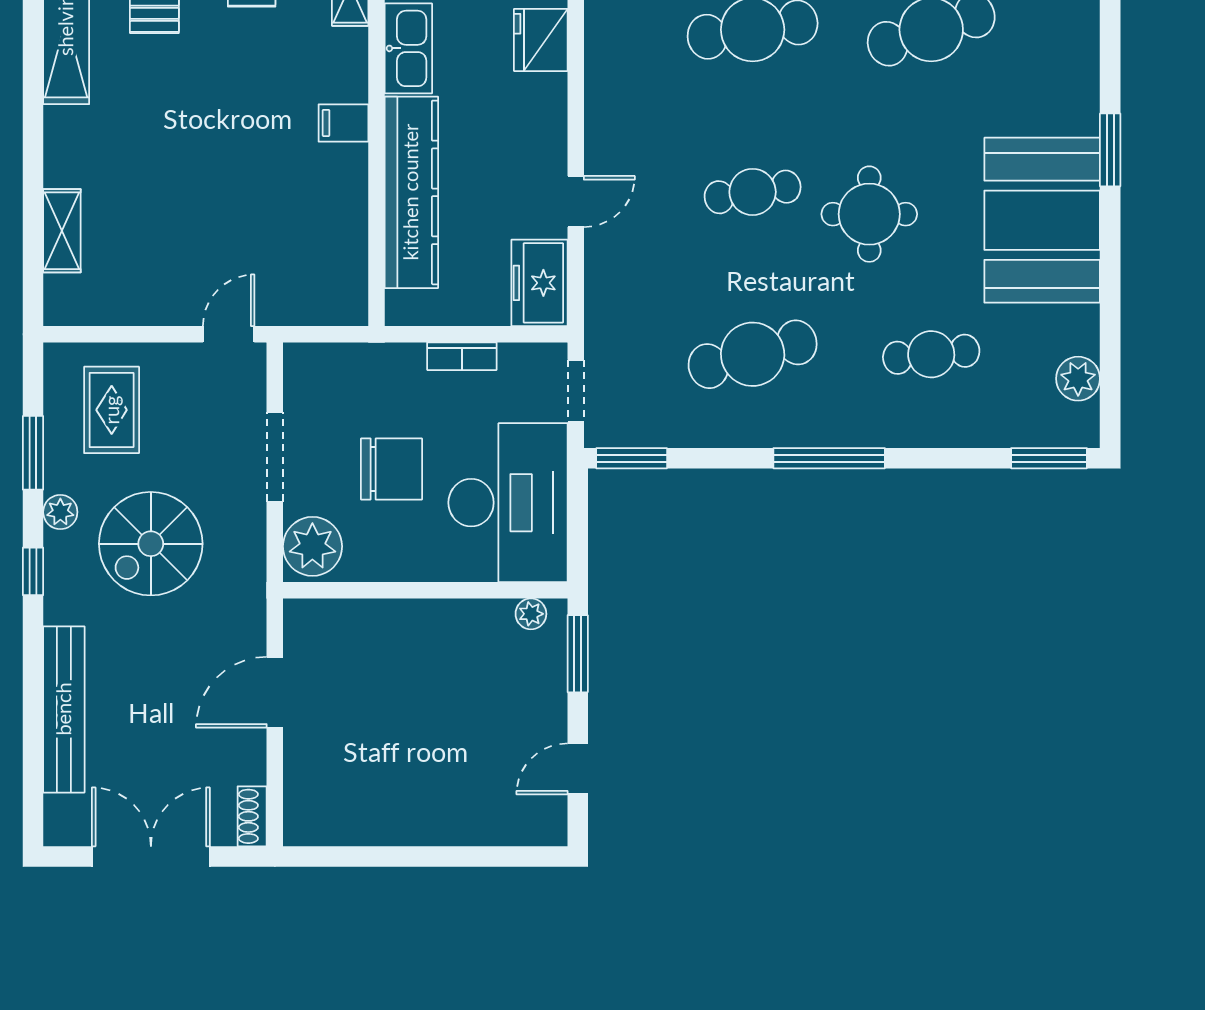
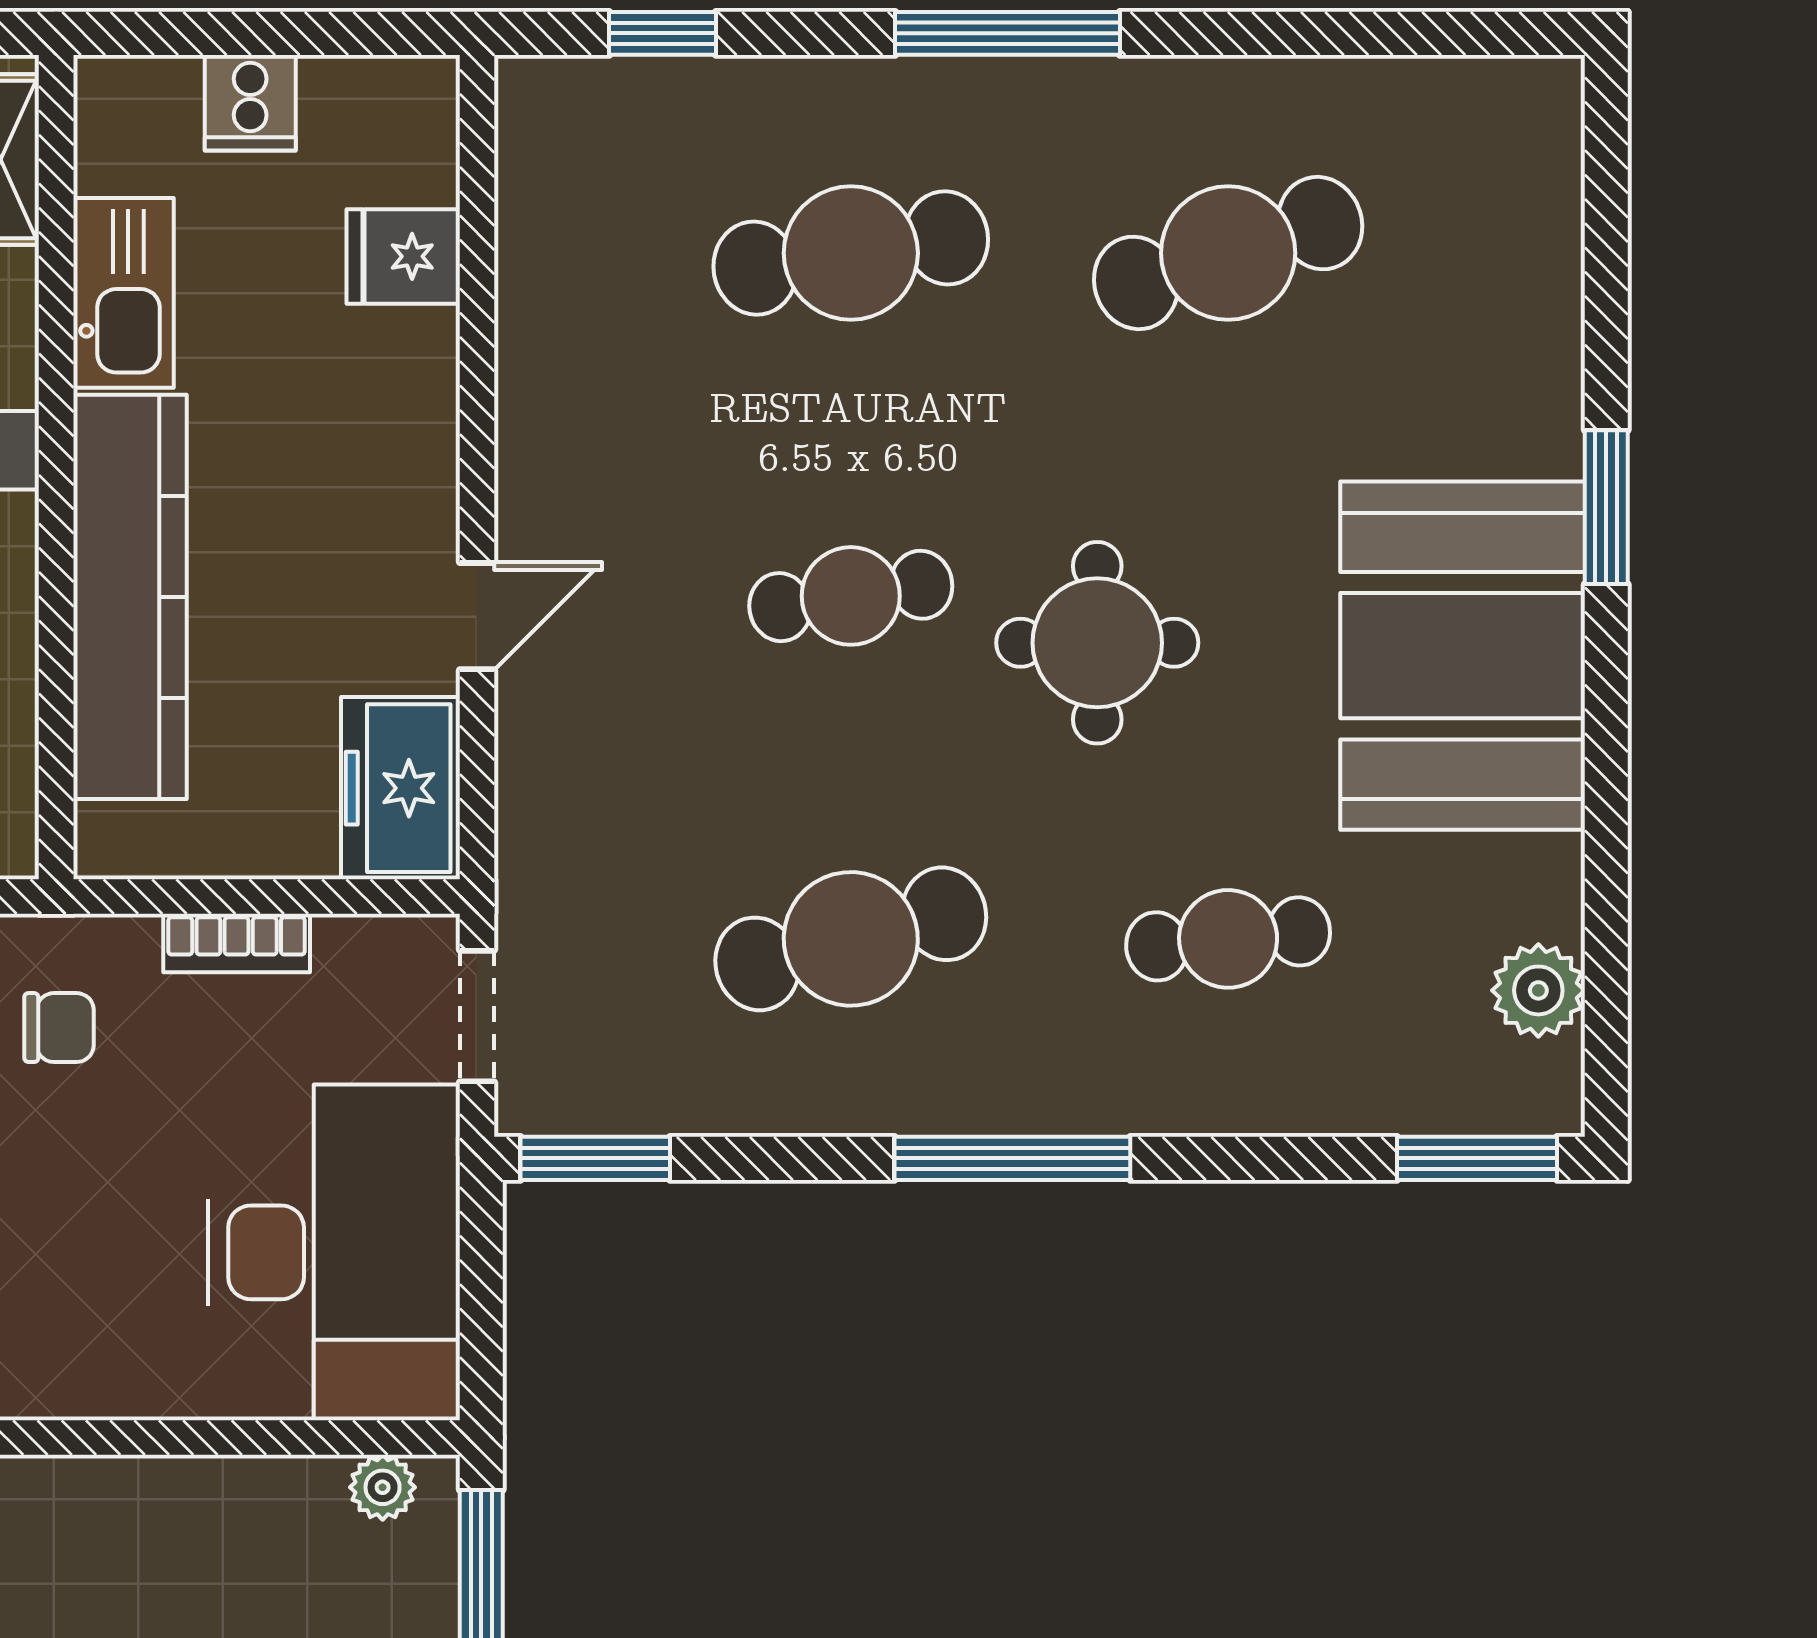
fridge: (541, 40) -> (403, 256), width x0.72
chair: (391, 469) -> (59, 1028), moved, width x0.54, depth x0.54

